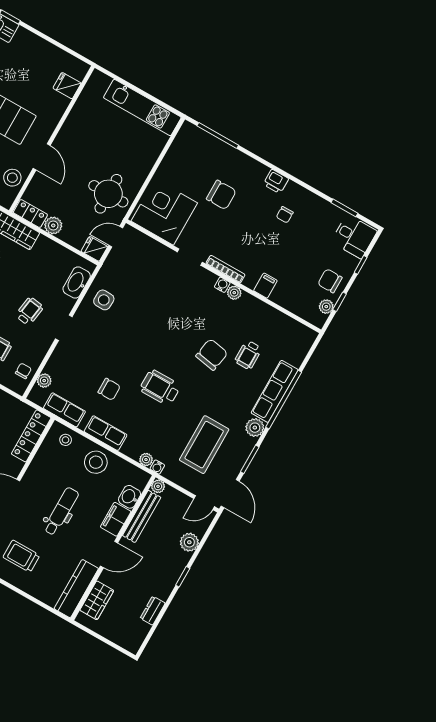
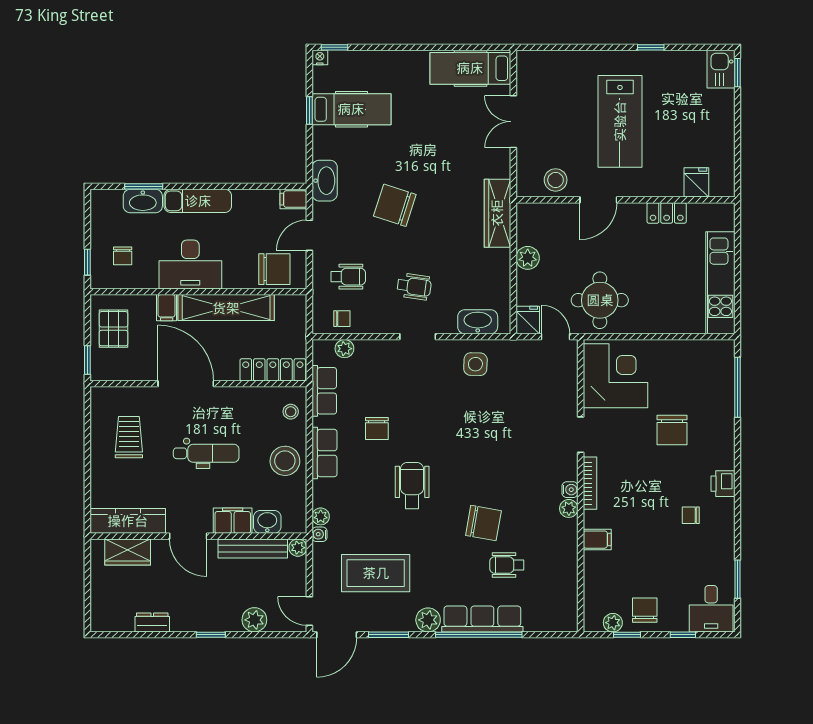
locker: (30, 214) -> (667, 213), moved, turned 90

